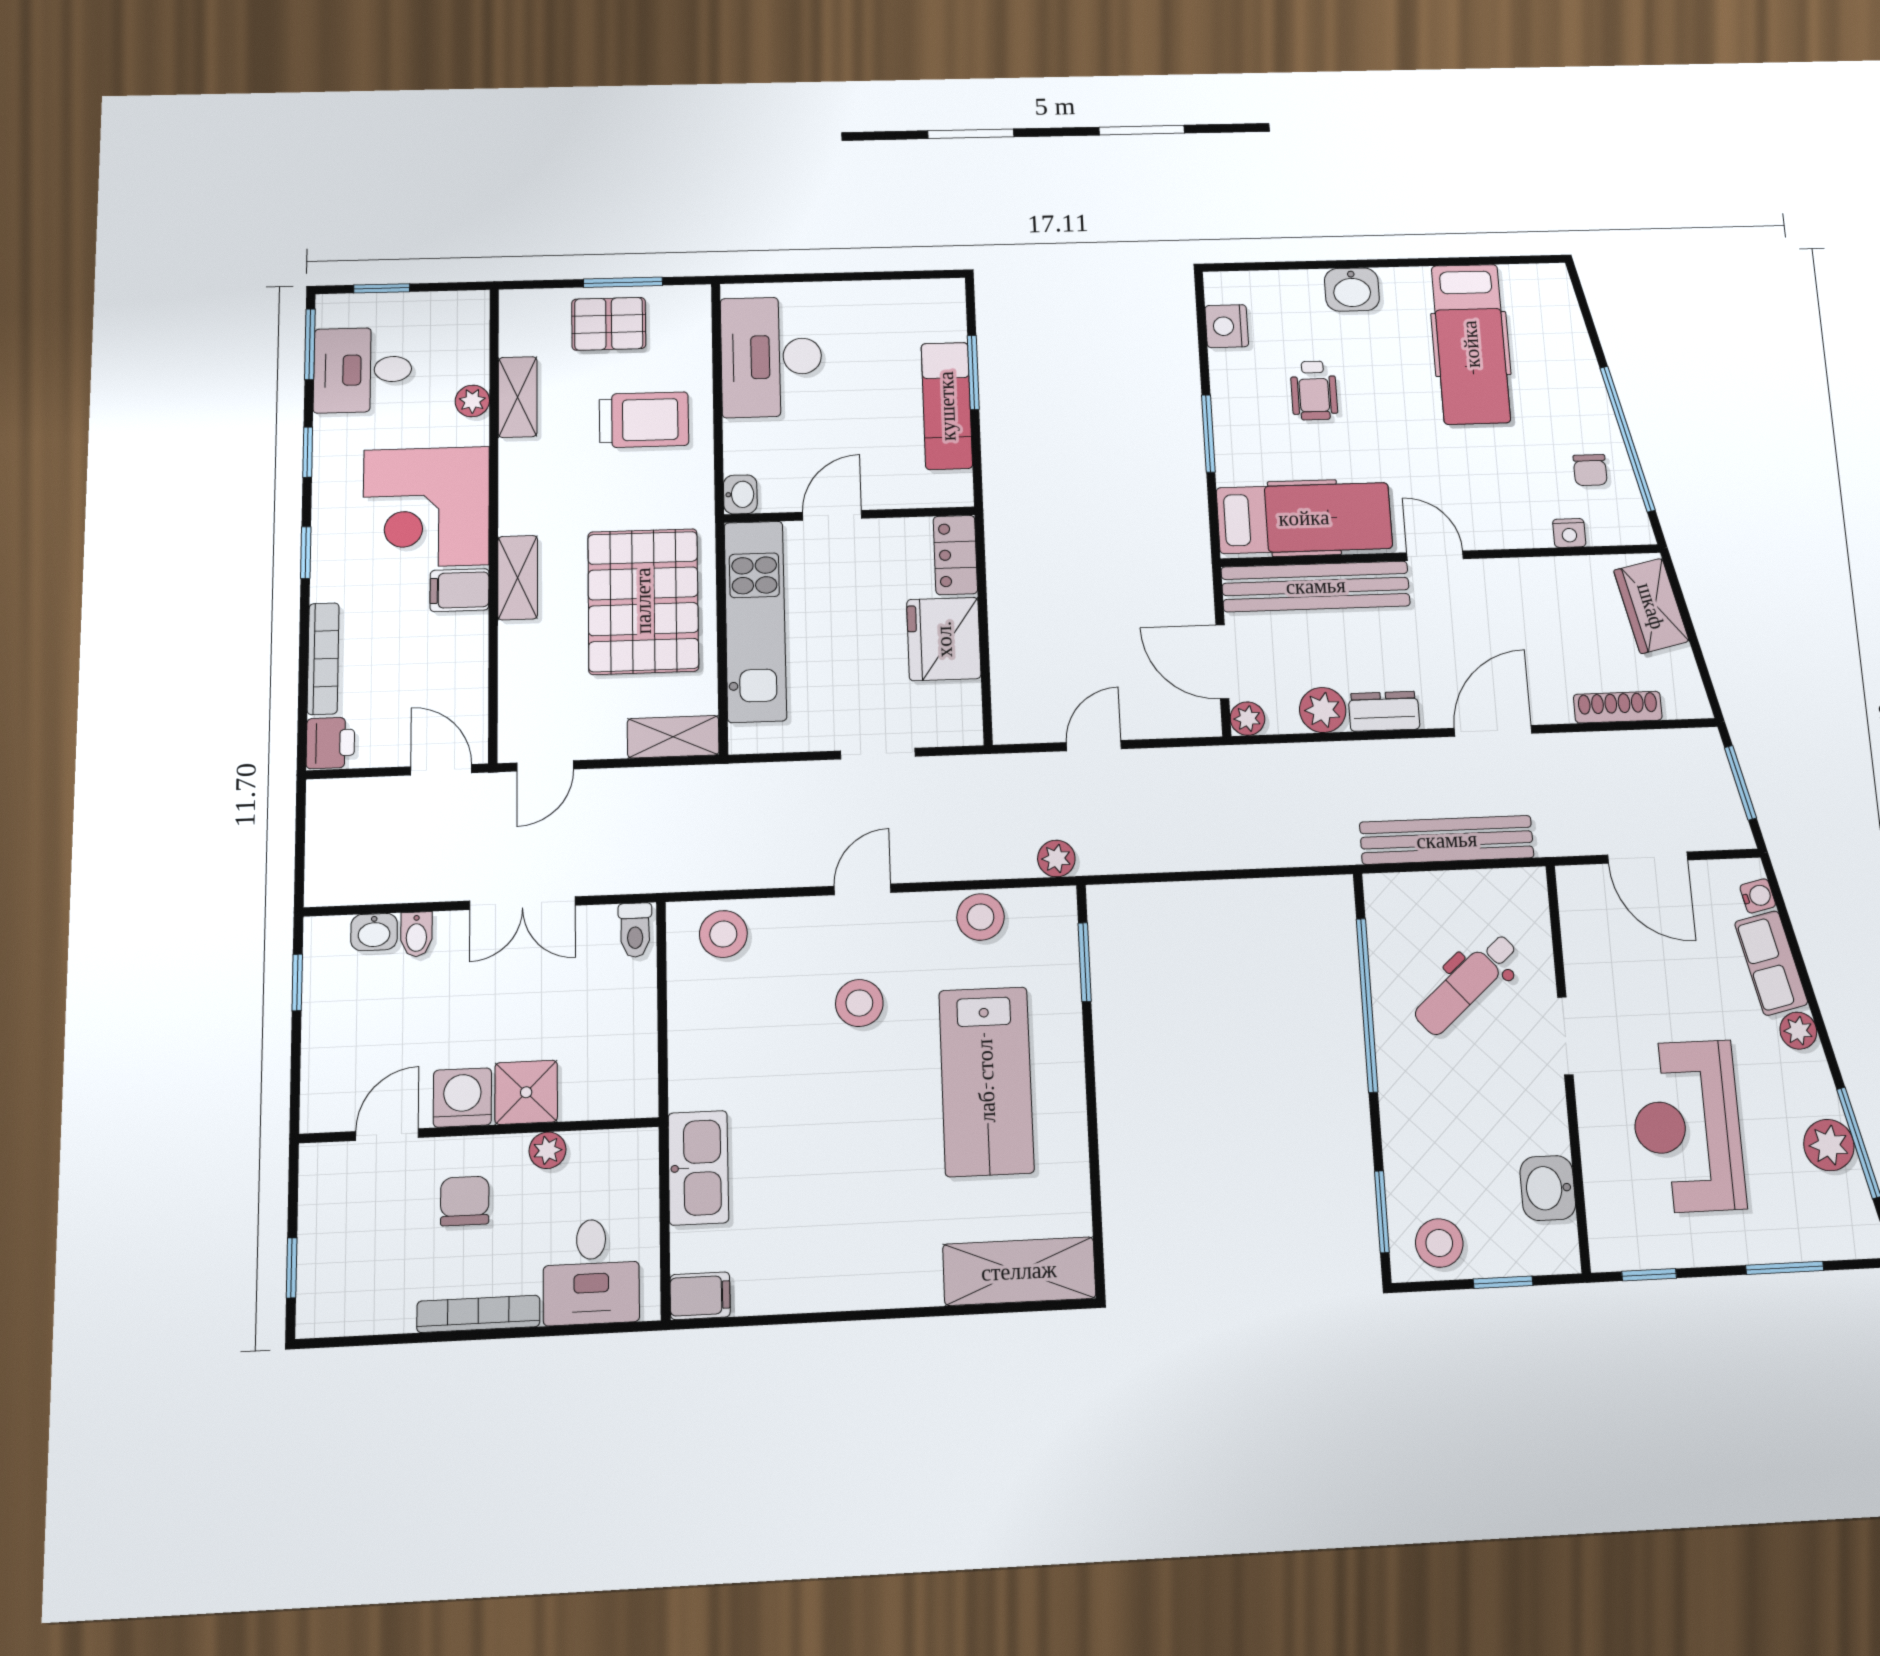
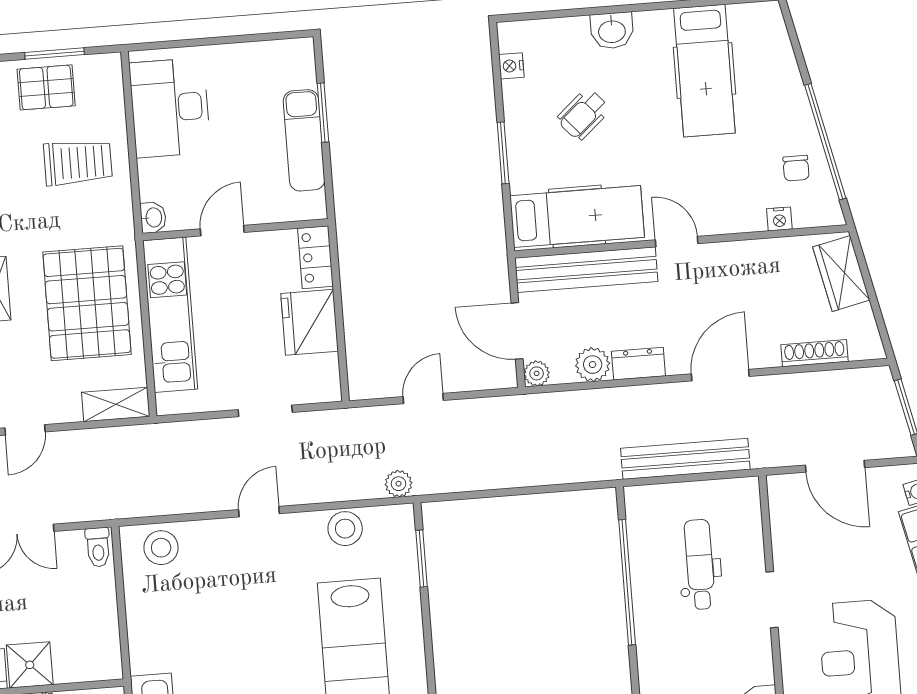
nightstand: (1227, 326) -> (511, 66), width x0.72, depth x0.74
wheelchair: (1314, 390) -> (583, 114), turned 49
dental chair: (1466, 984) -> (700, 564), turned 131
stool: (859, 1003) -> (261, 594), removed

